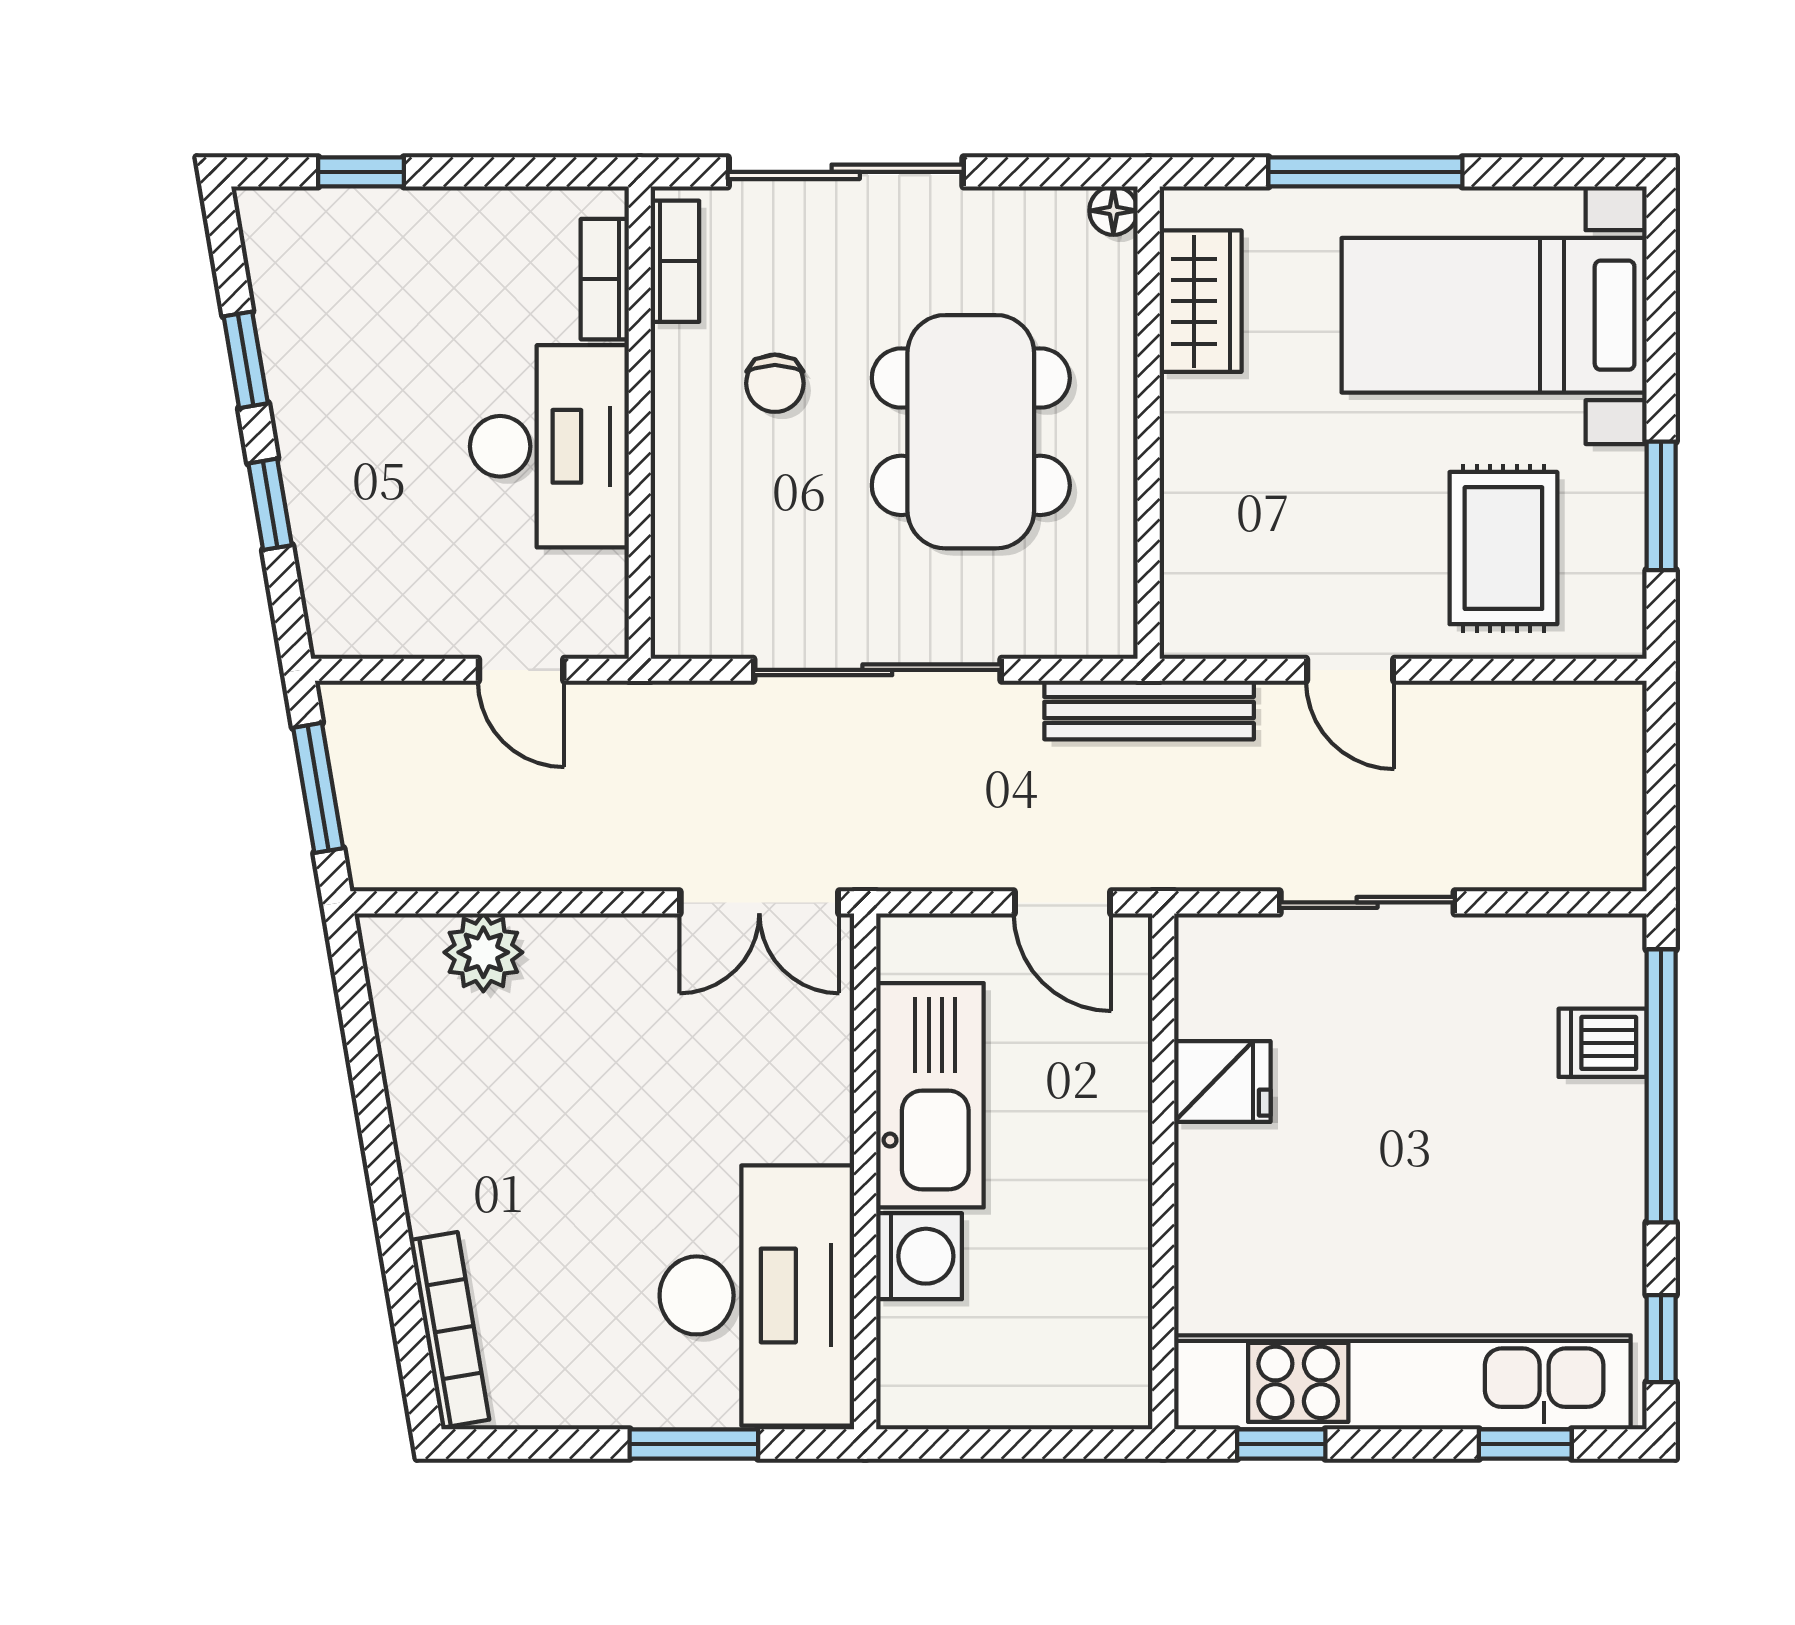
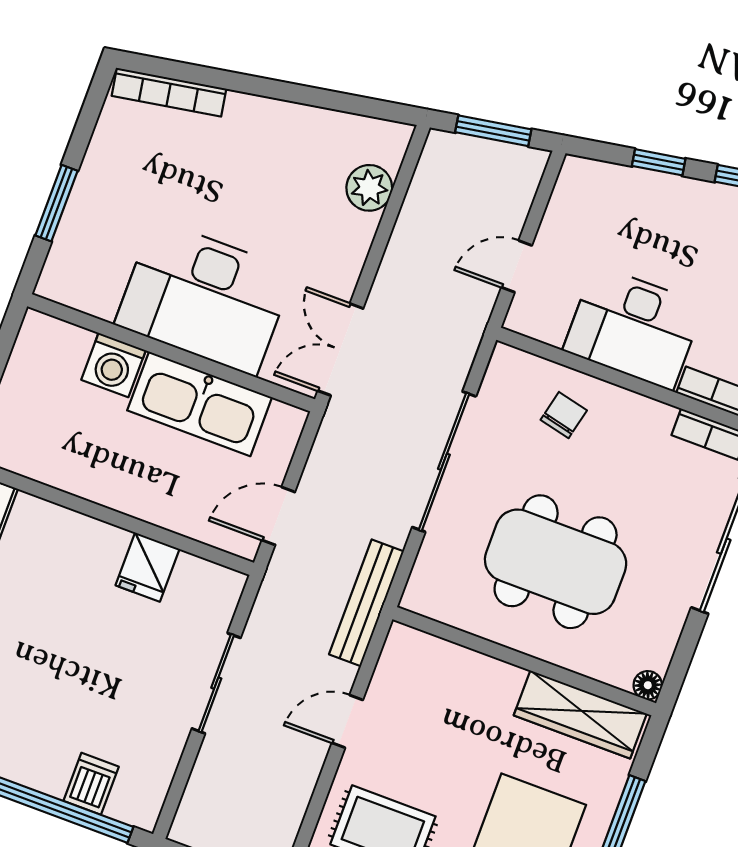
wardrobe: (1201, 301) -> (580, 714), width x1.50
chair: (775, 383) -> (564, 415), moved, turned 103
desk: (757, 1295) -> (205, 298), moved

